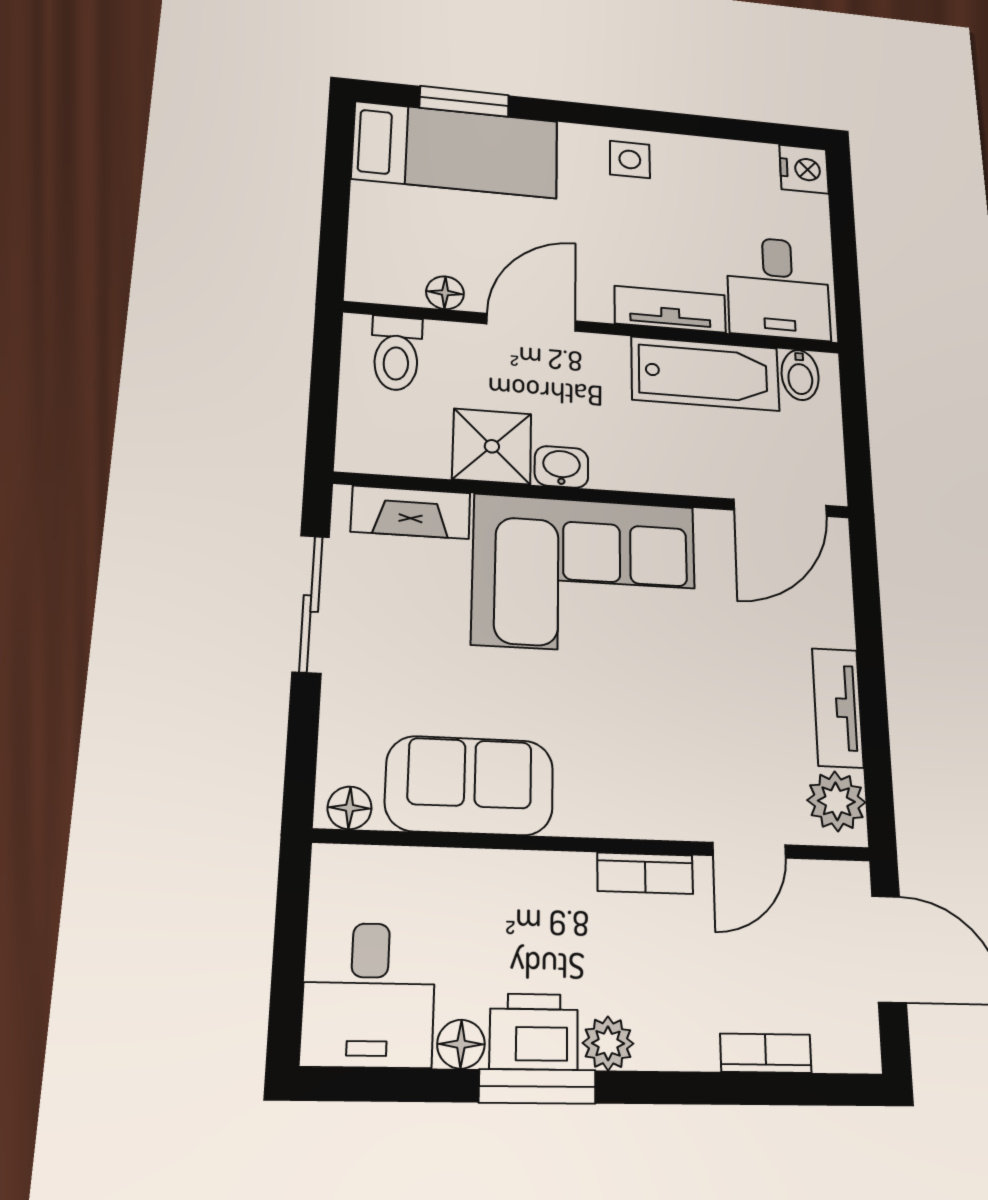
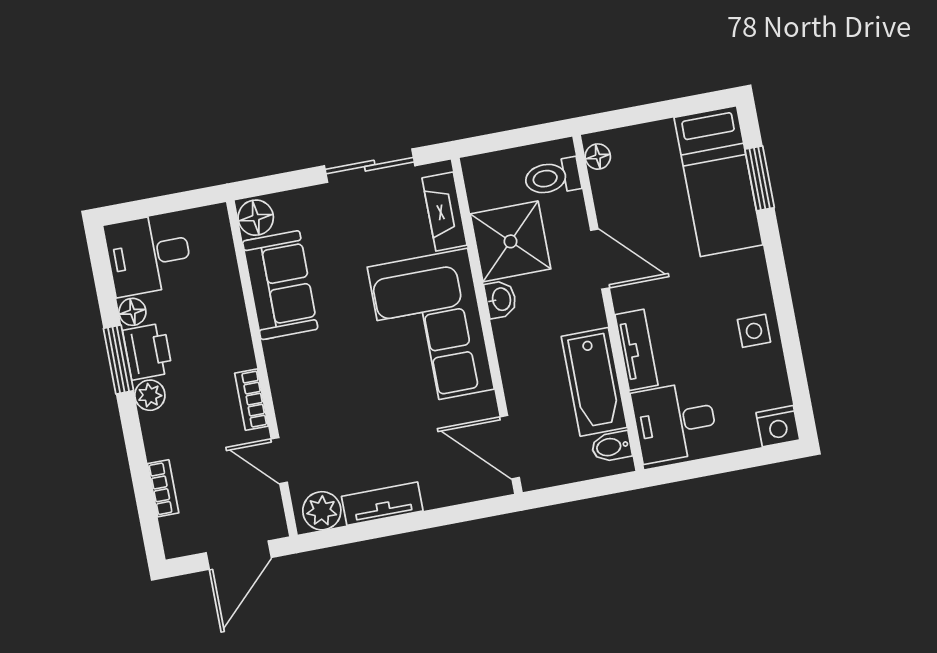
side table: (630, 159) -> (754, 331), moved
floor lamp: (445, 293) -> (598, 157), moved
shower: (492, 446) -> (511, 241), width x1.36, depth x1.36
floor lamp: (350, 808) -> (256, 218), width x1.37, depth x1.37

